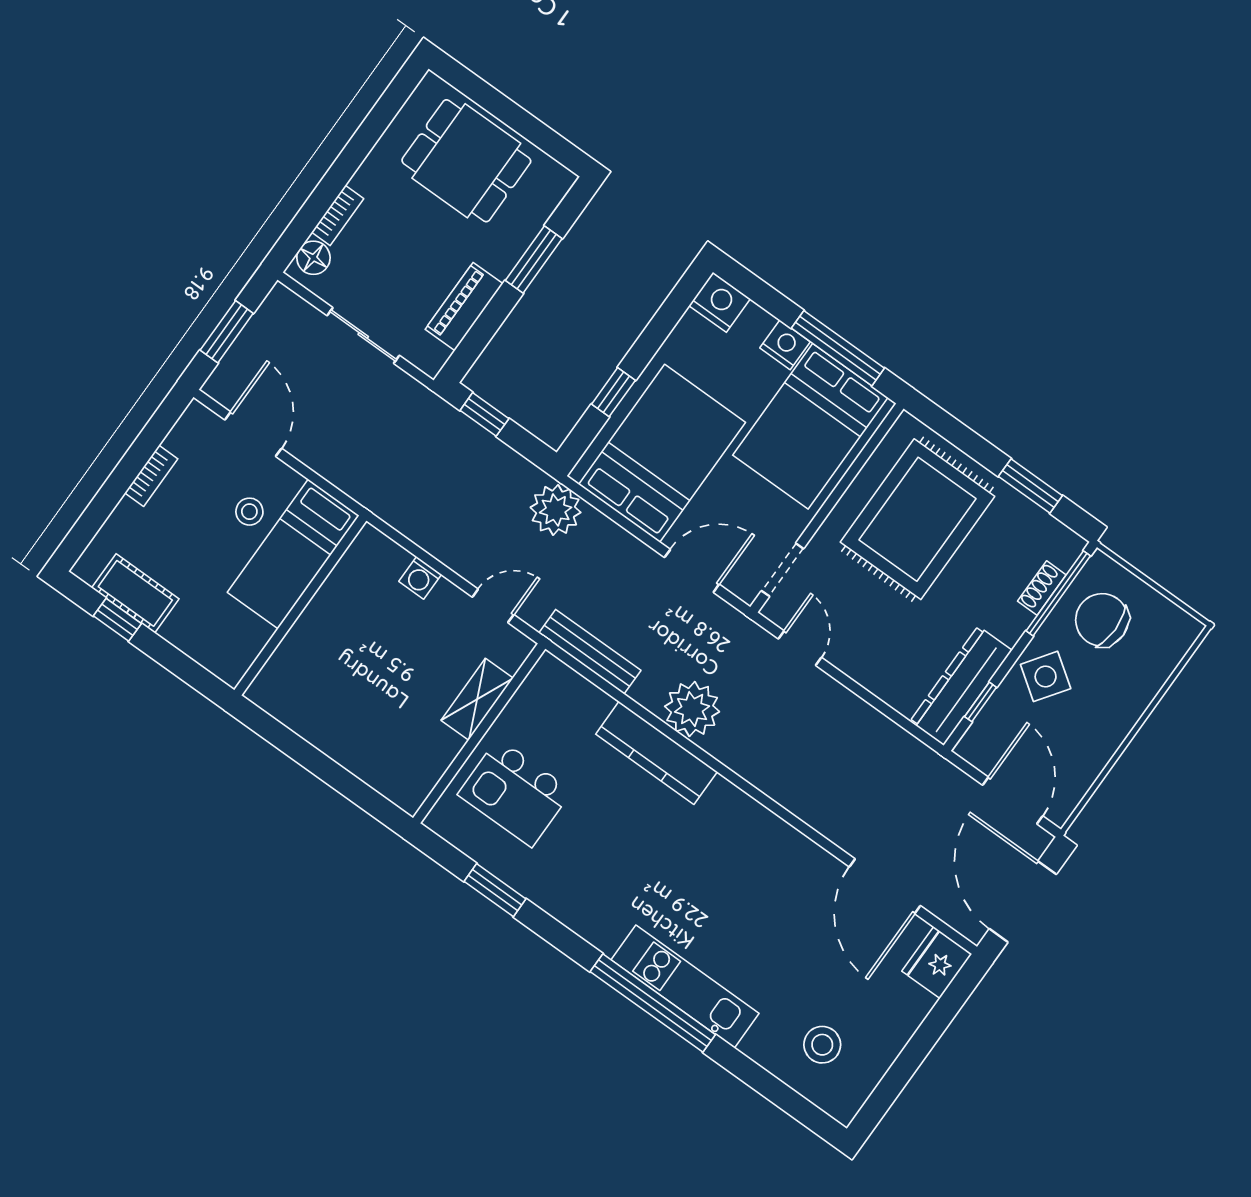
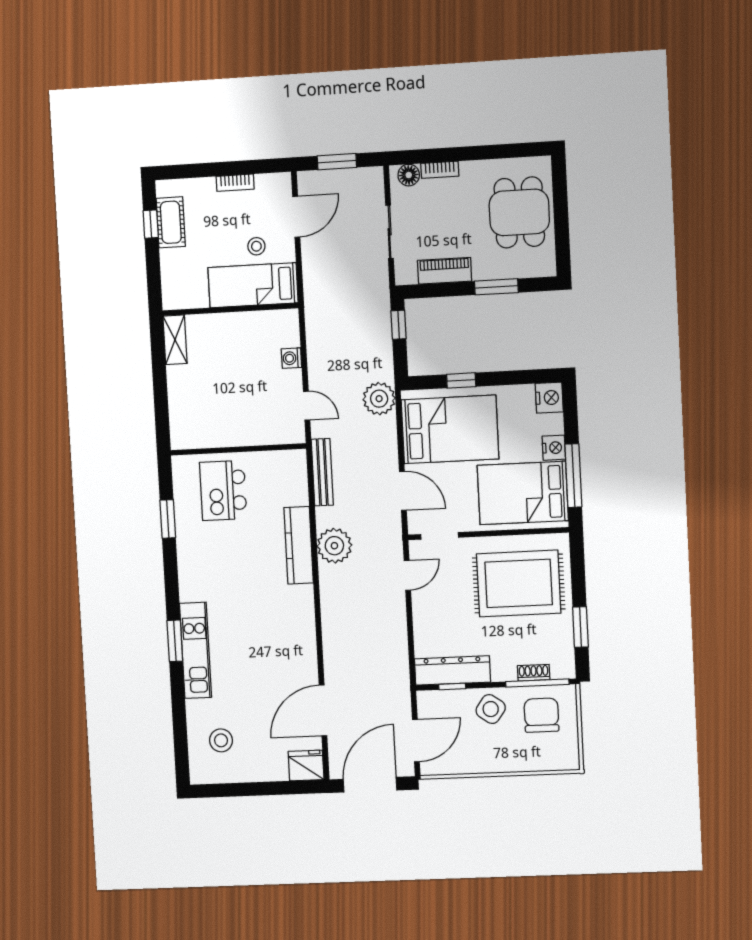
shelving: (477, 699) -> (175, 340), moved, turned 90
window: (653, 1003) -> (175, 641), width x0.47

